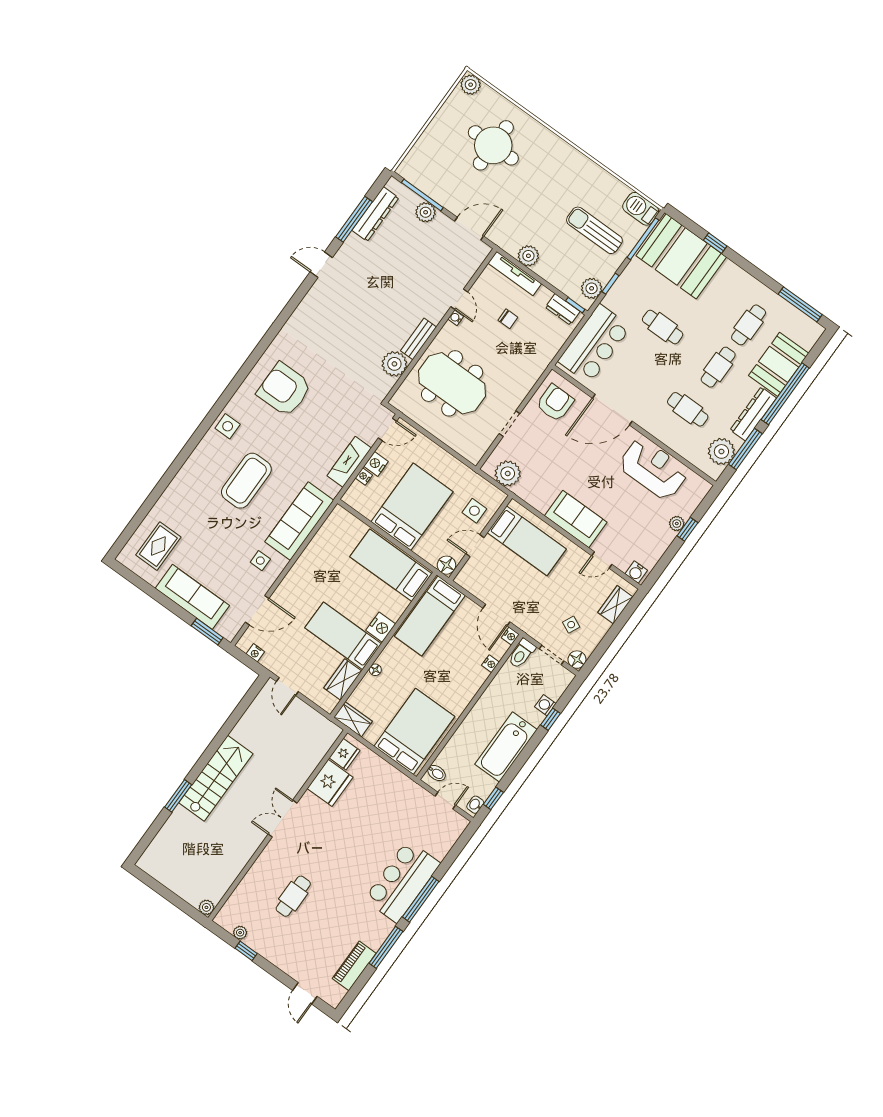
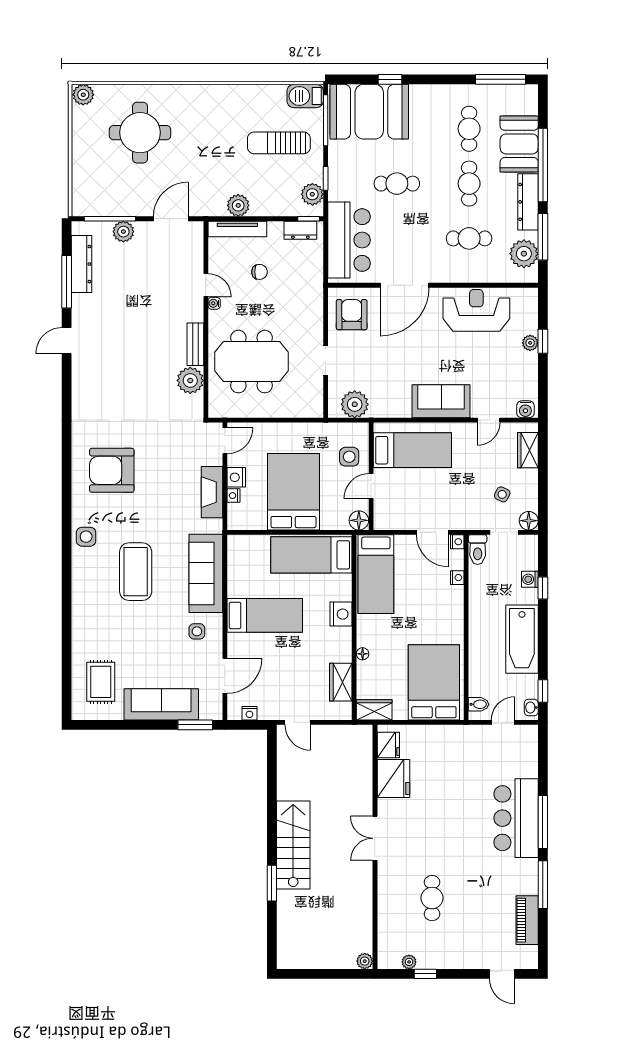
bed: (343, 636) -> (265, 615), moved, turned 180

